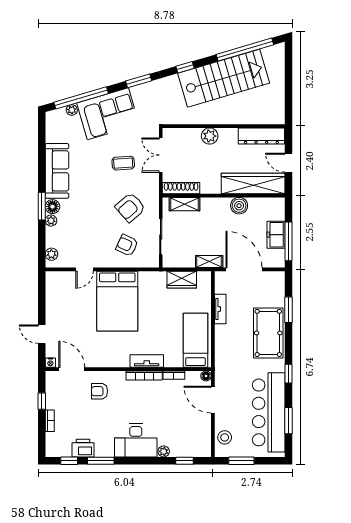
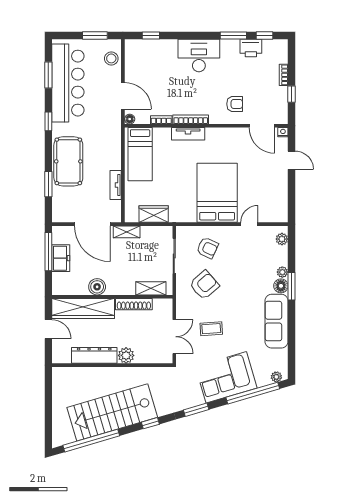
plant: (72, 110) -> (276, 377), moved
dresser: (261, 136) -> (94, 355), moved
shoe rack: (181, 188) -> (134, 304), moved
plant: (164, 451) -> (171, 45), removed

